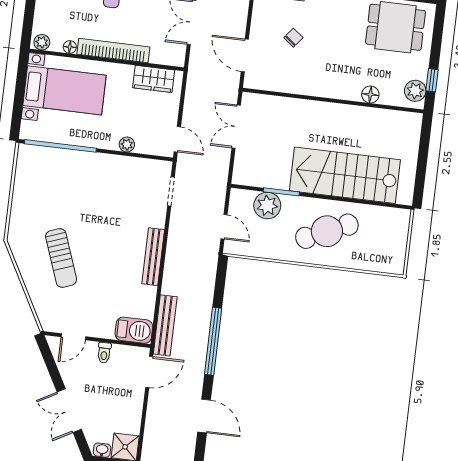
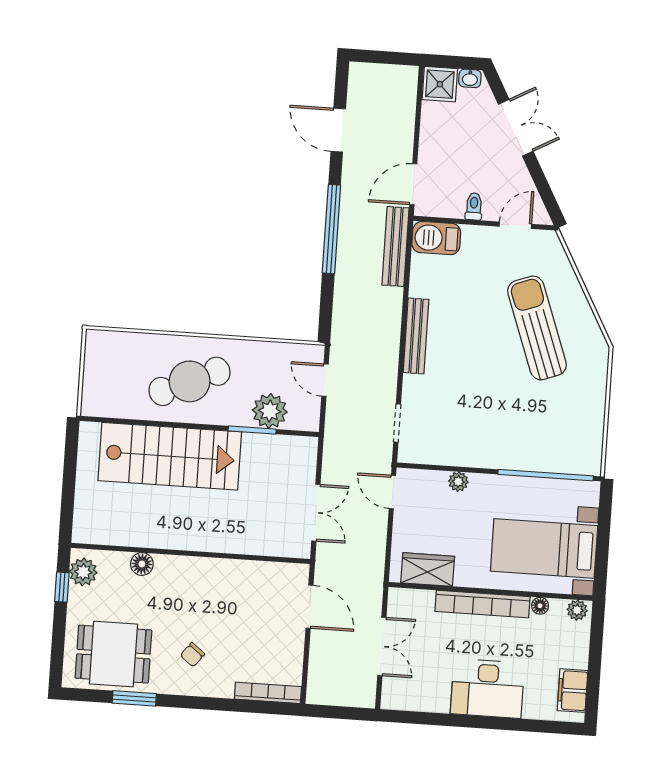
chair: (293, 38) -> (192, 655), moved
sun lounger: (61, 258) -> (537, 328), width x1.36, depth x1.34

